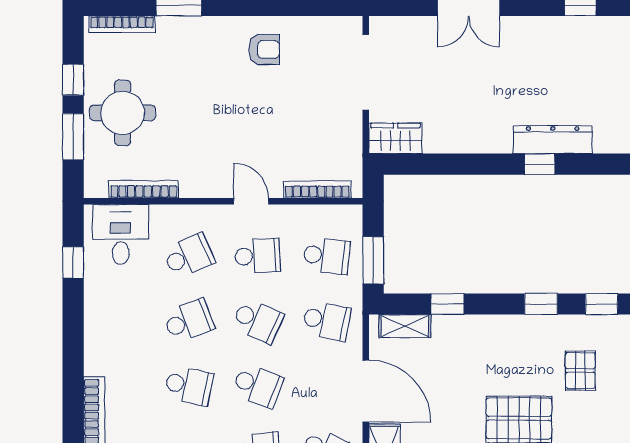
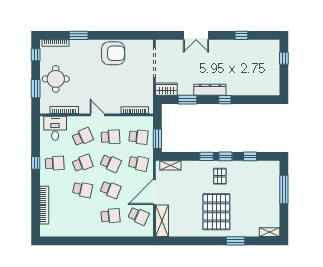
armchair: (264, 50) -> (113, 53), width x1.88, depth x1.88
window: (73, 80) -> (36, 55), moved
dresser: (553, 140) -> (210, 90), moved
window: (447, 164) -> (187, 100), added
door: (251, 201) -> (97, 115), moved
window: (73, 262) -> (36, 163), moved
window: (448, 304) -> (207, 156), moved
school desk: (120, 321) -> (55, 163), added
pallet: (580, 371) -> (220, 176), moved
door: (366, 391) -> (154, 192), swing flipped

